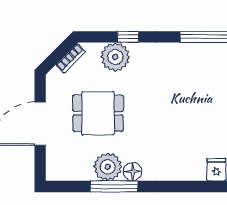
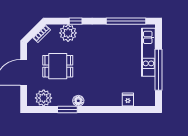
plant: (108, 167) -> (44, 98), moved
window: (114, 186) -> (67, 110), width x0.69

